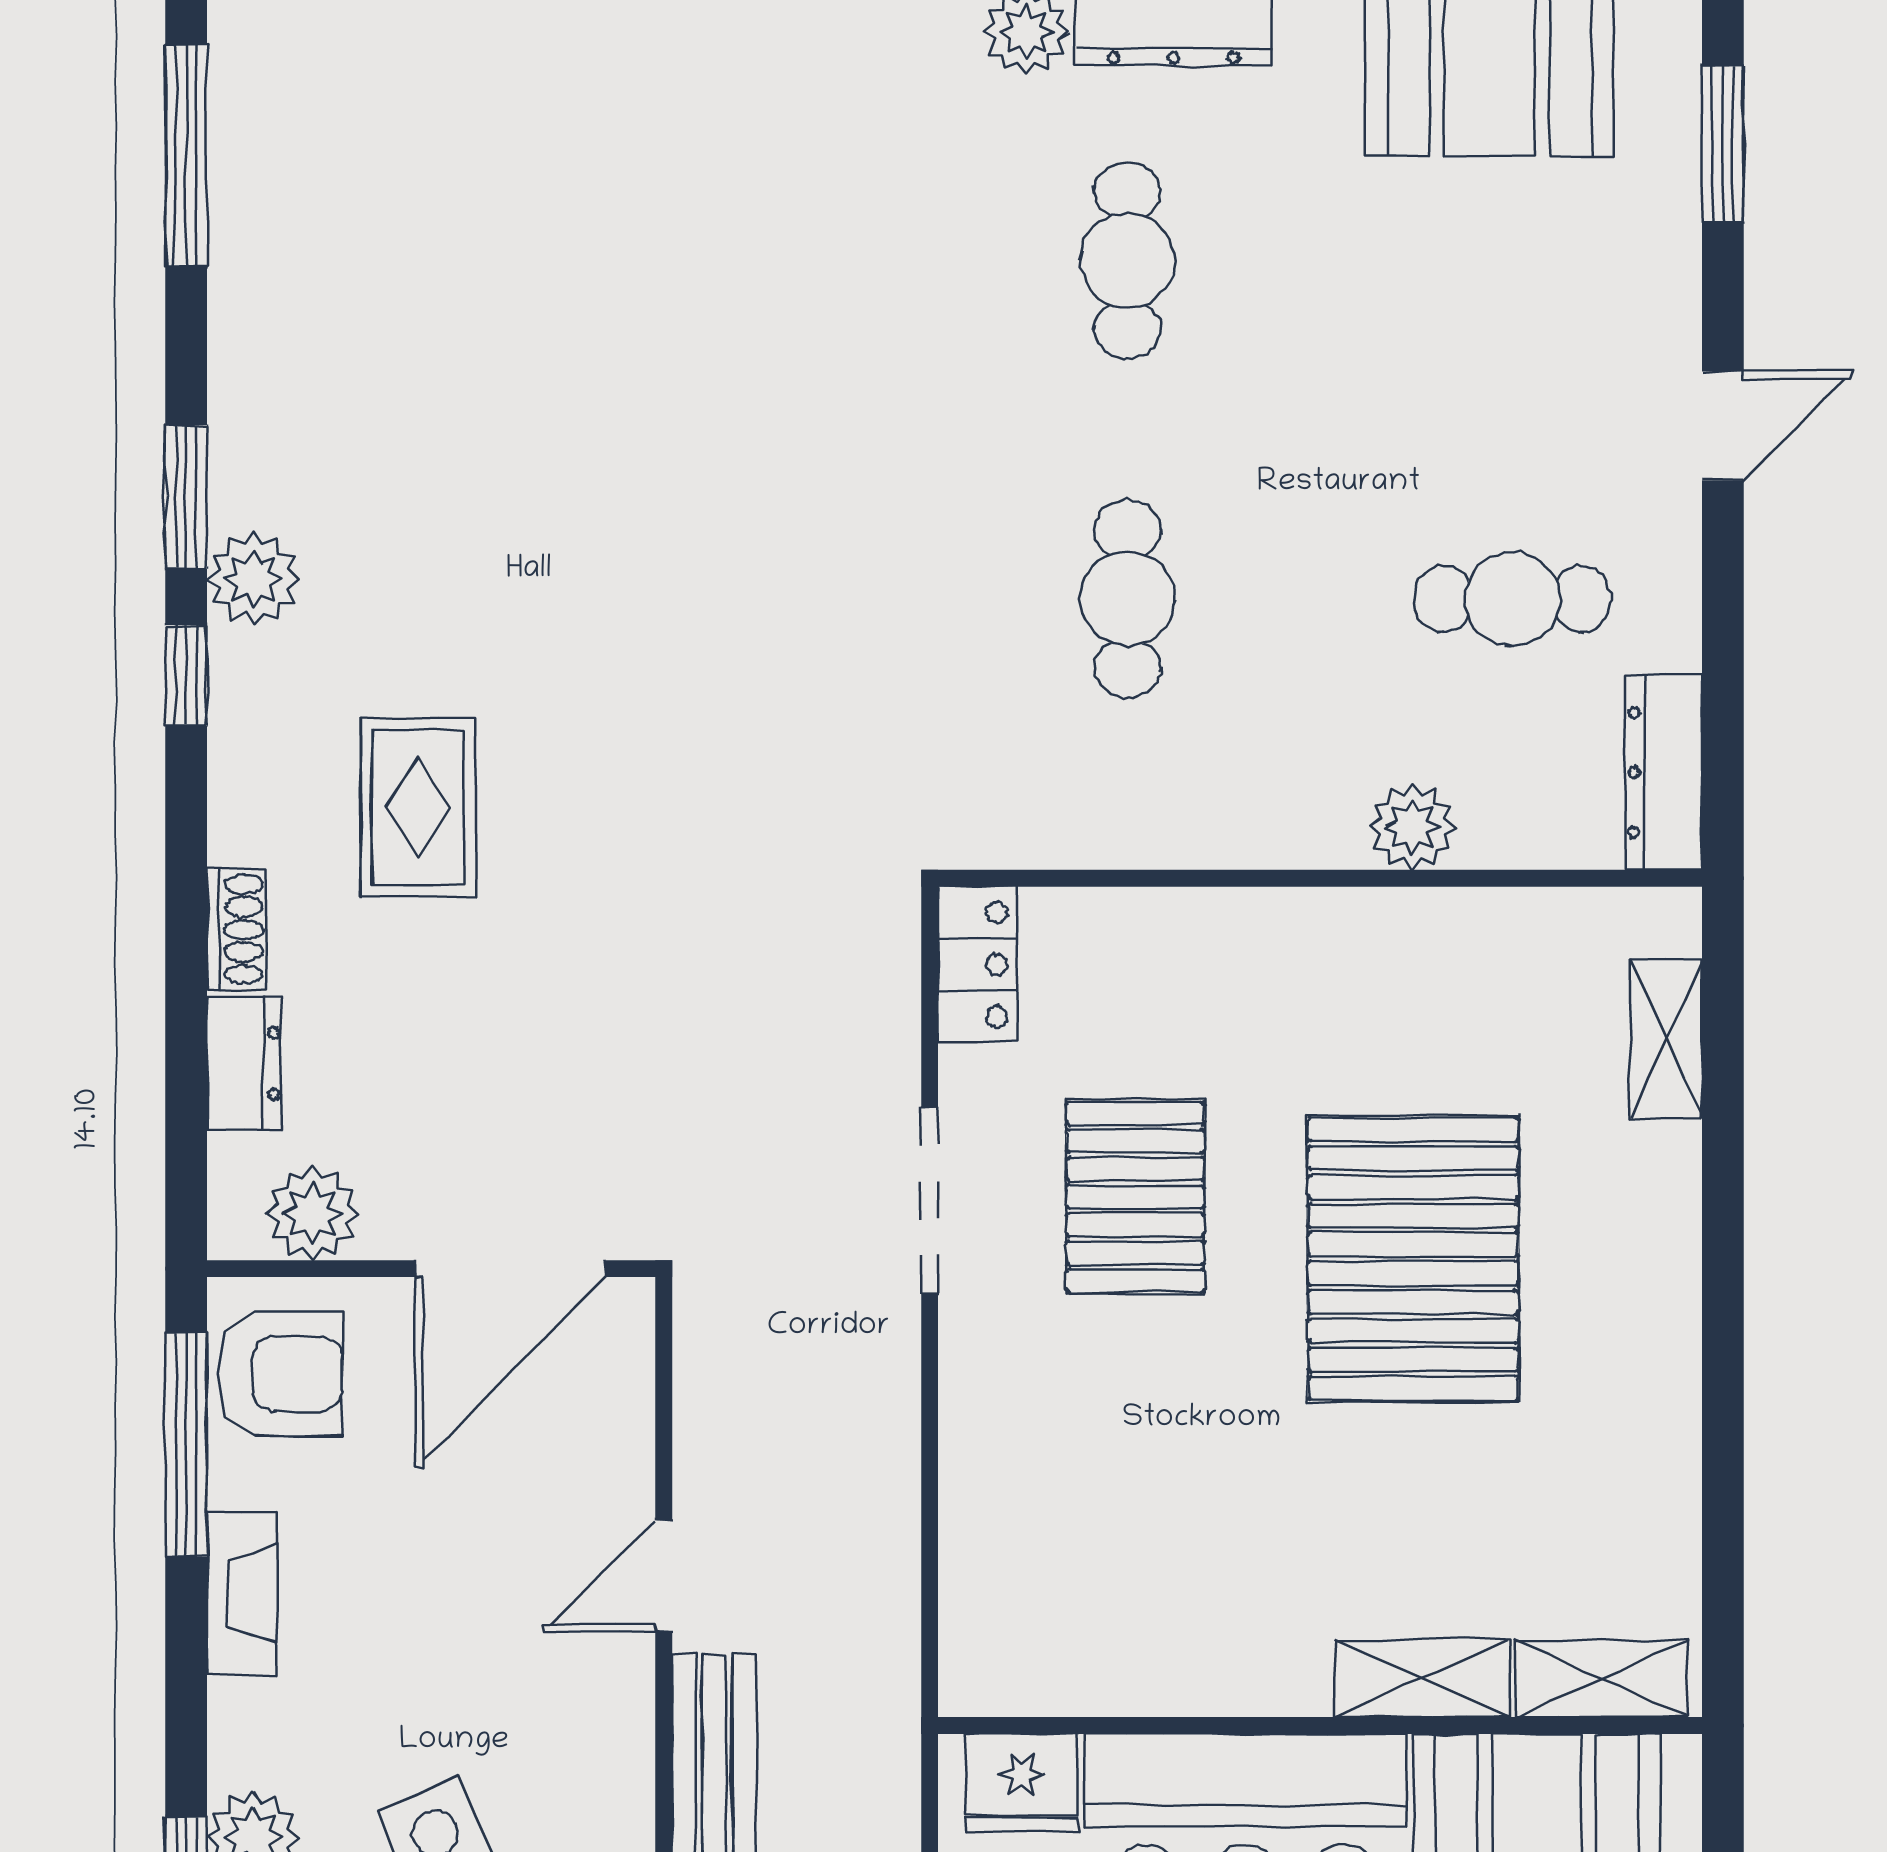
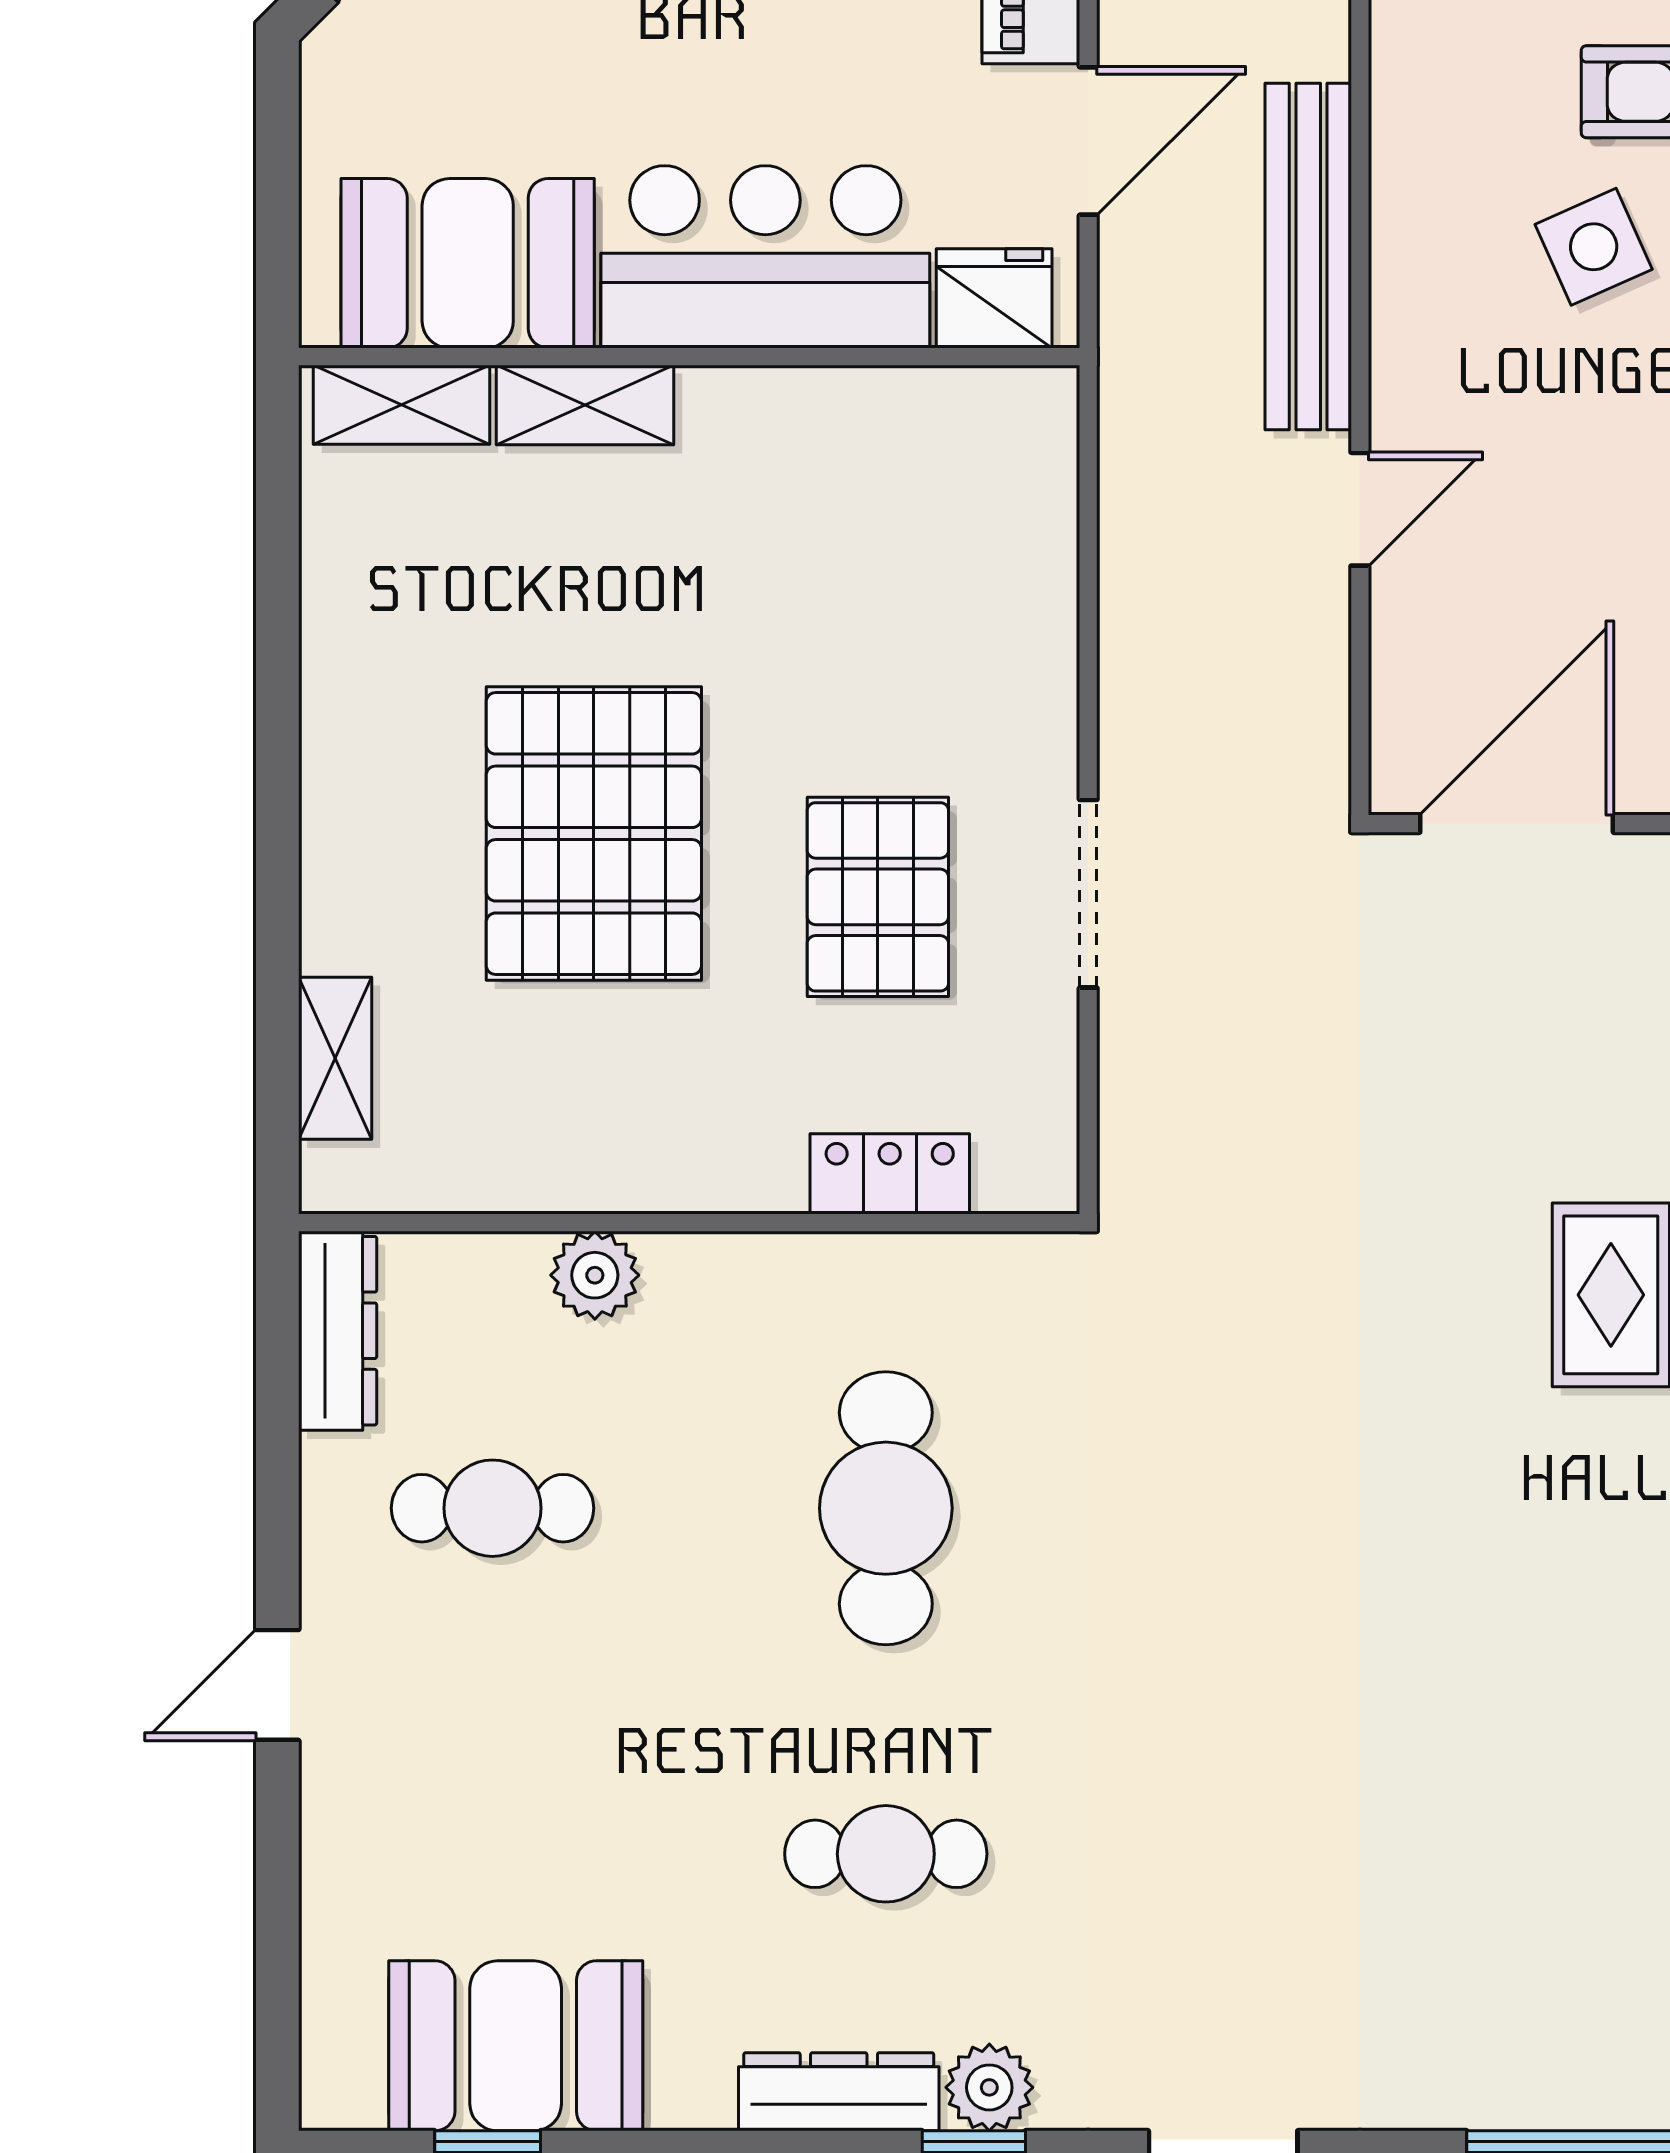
window: (1723, 144) -> (277, 1973), removed
cafe table: (1128, 261) -> (886, 1854), turned 90
cafe table: (1128, 599) -> (886, 1508), width x1.37, depth x1.35
locker: (977, 964) -> (890, 1174), moved, turned 90

